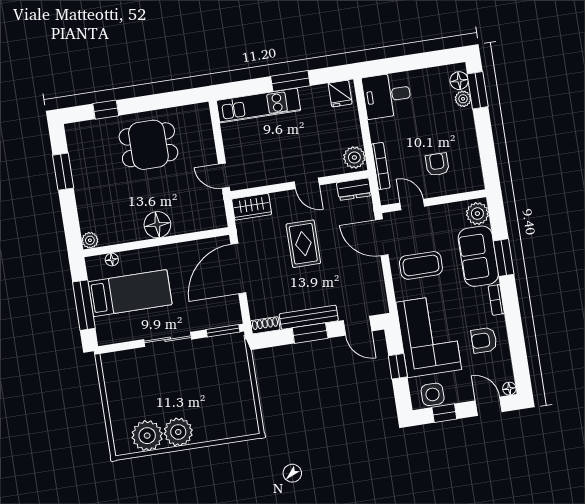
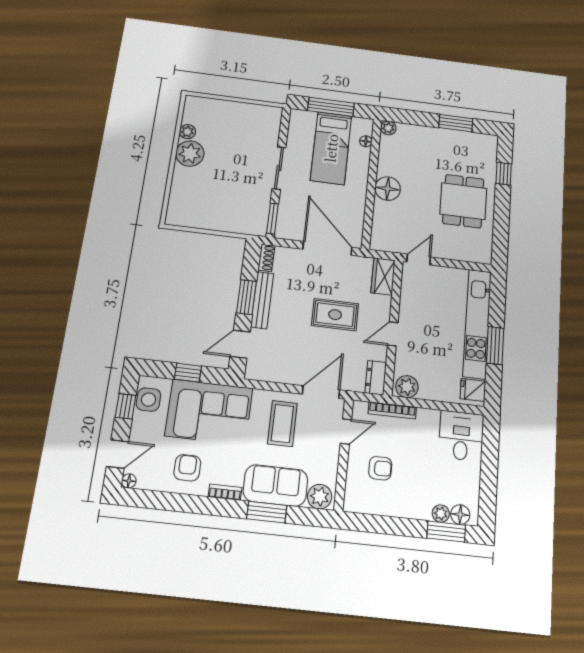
kitchen unit: (258, 106) -> (477, 324), width x1.36
plant: (147, 436) -> (187, 132), width x0.53, depth x0.53

